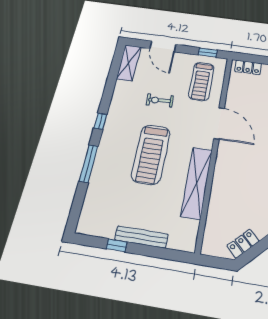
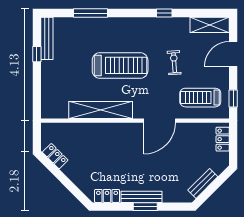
window: (100, 121) -> (164, 13), moved
treadmill: (151, 154) -> (120, 65), turned 180
window: (89, 164) -> (91, 13), moved
bench: (141, 237) -> (47, 38), moved

